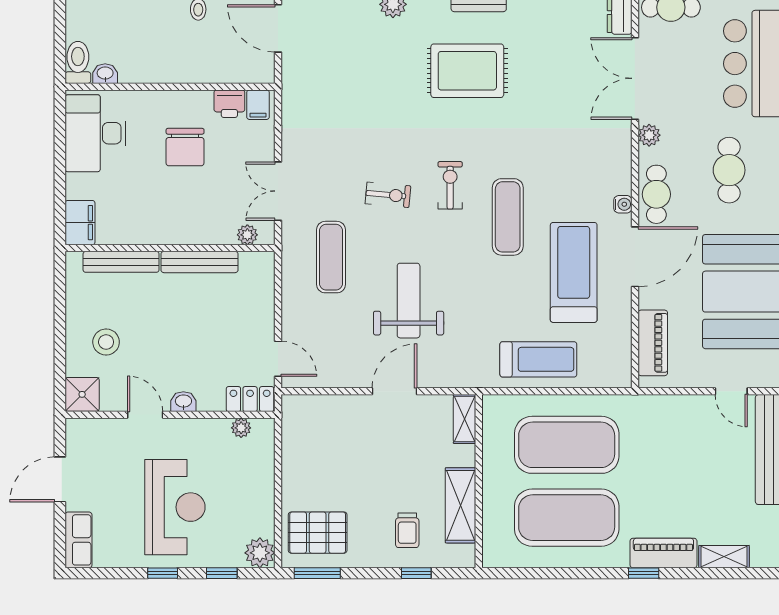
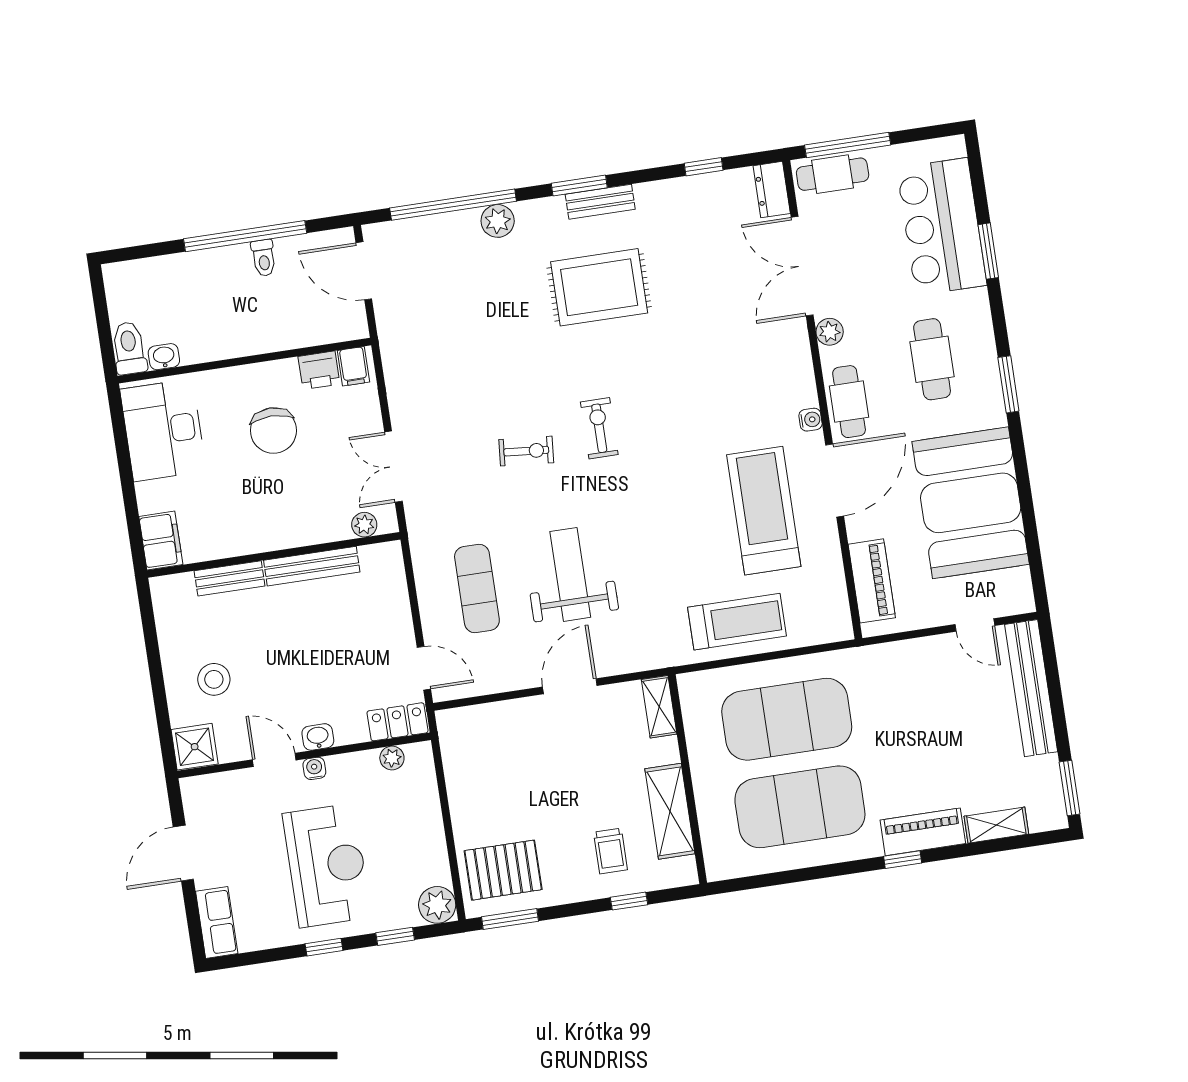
exercise mat: (508, 217) -> (674, 456), removed
exercise mat: (331, 257) -> (477, 589), moved
bench: (121, 262) -> (230, 578), width x0.73
water cooler: (177, 427) -> (314, 768), added

